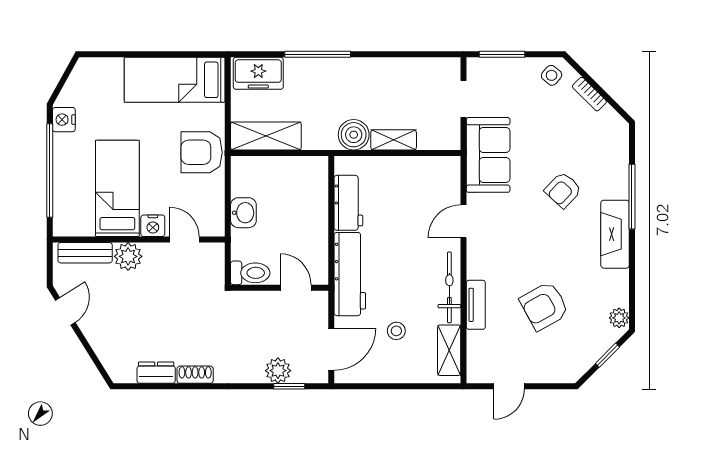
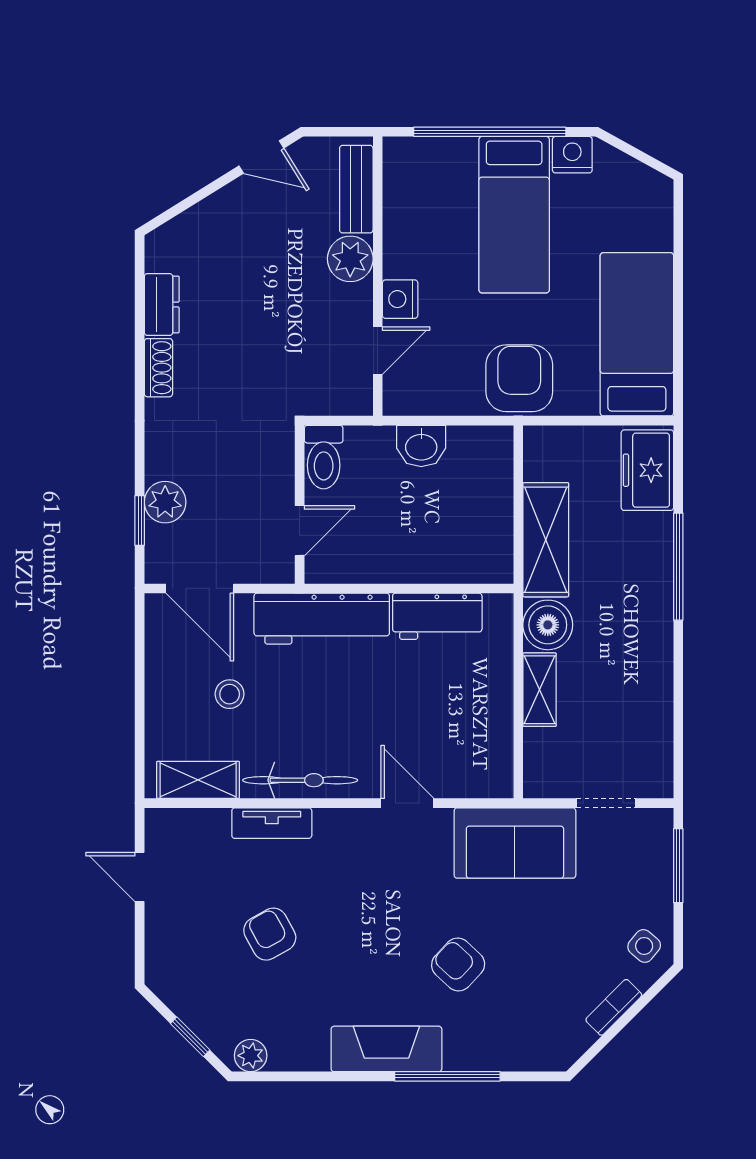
shelving: (266, 136) -> (546, 540), moved
bed: (117, 188) -> (514, 215), moved, turned 90
armchair: (544, 306) -> (270, 934), width x0.72, depth x0.72

